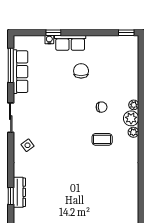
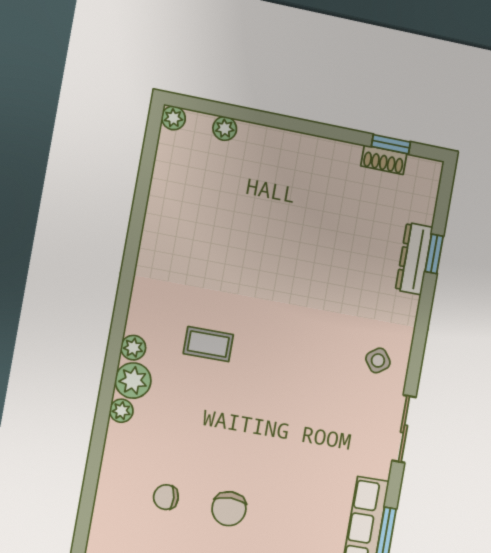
chair: (102, 107) -> (166, 497), moved

